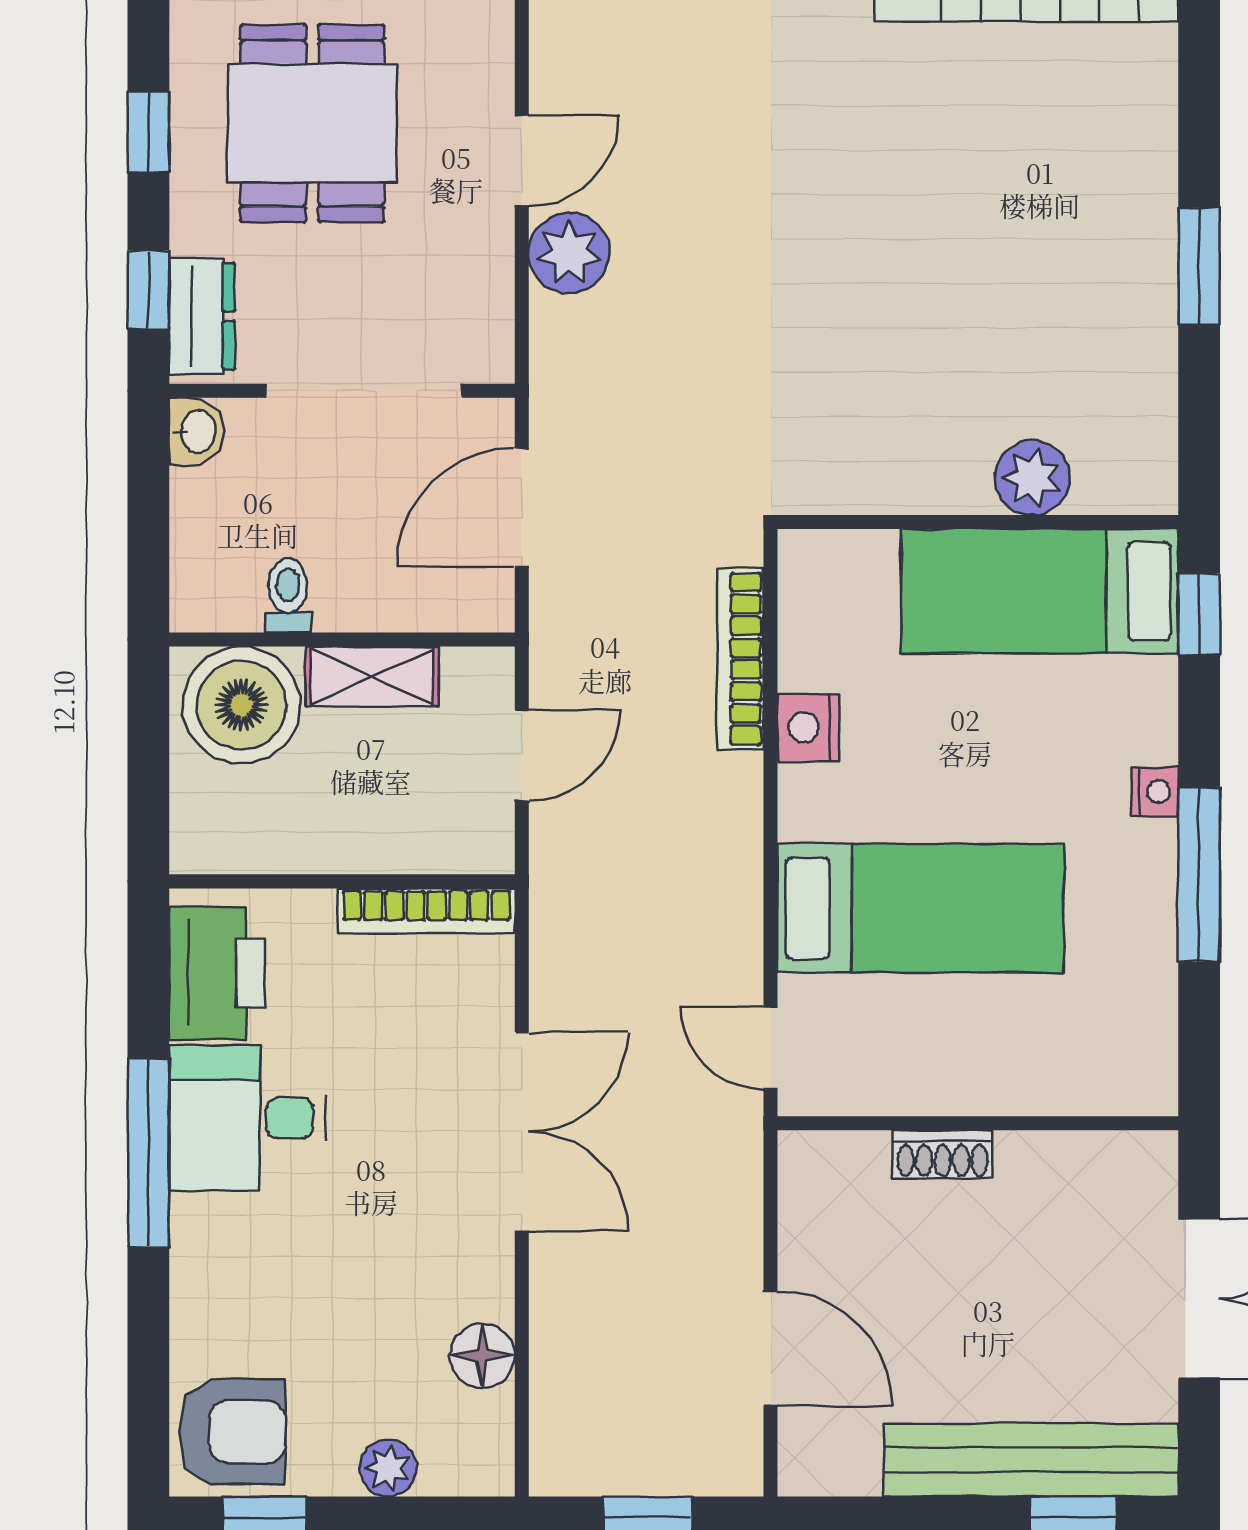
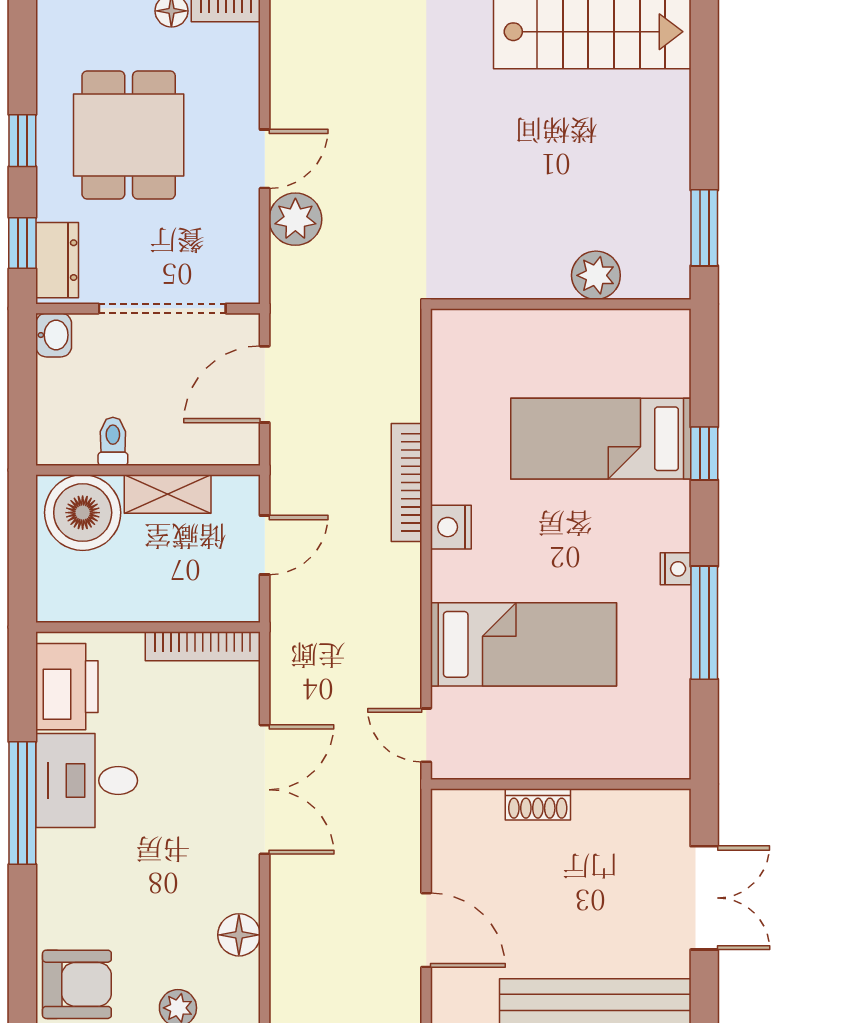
plant: (1032, 478) -> (596, 275), moved
wall: (978, 522) -> (561, 304), moved

